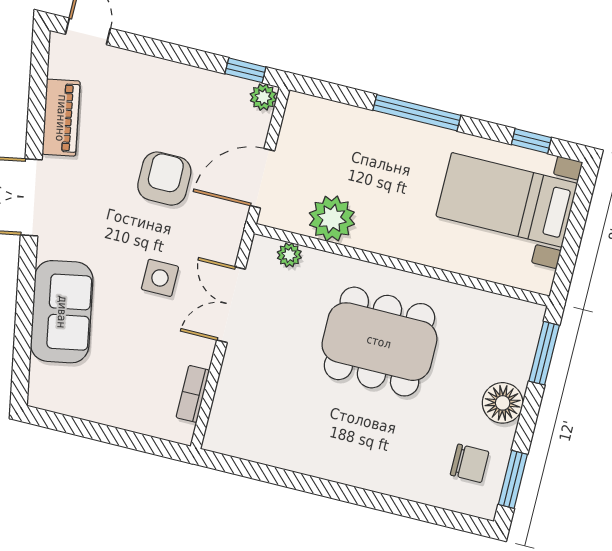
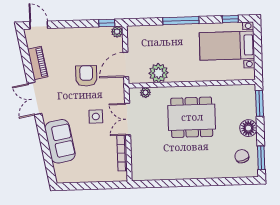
bookcase: (193, 394) -> (122, 153), width x1.56
chair: (470, 463) -> (242, 156), turned -106

